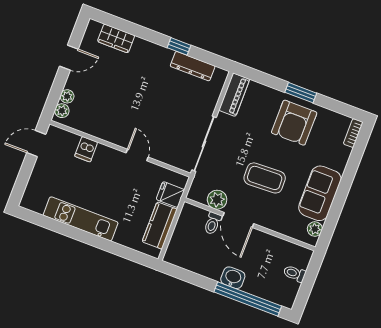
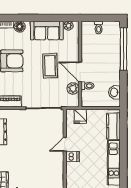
dishwasher: (86, 149) -> (72, 157), moved
floor lamp: (341, 154) -> (20, 27), added
door: (238, 220) -> (80, 72), swing flipped
kitchen counter: (160, 225) -> (114, 126), moved, turned 90
washbasin: (233, 278) -> (114, 92), moved

